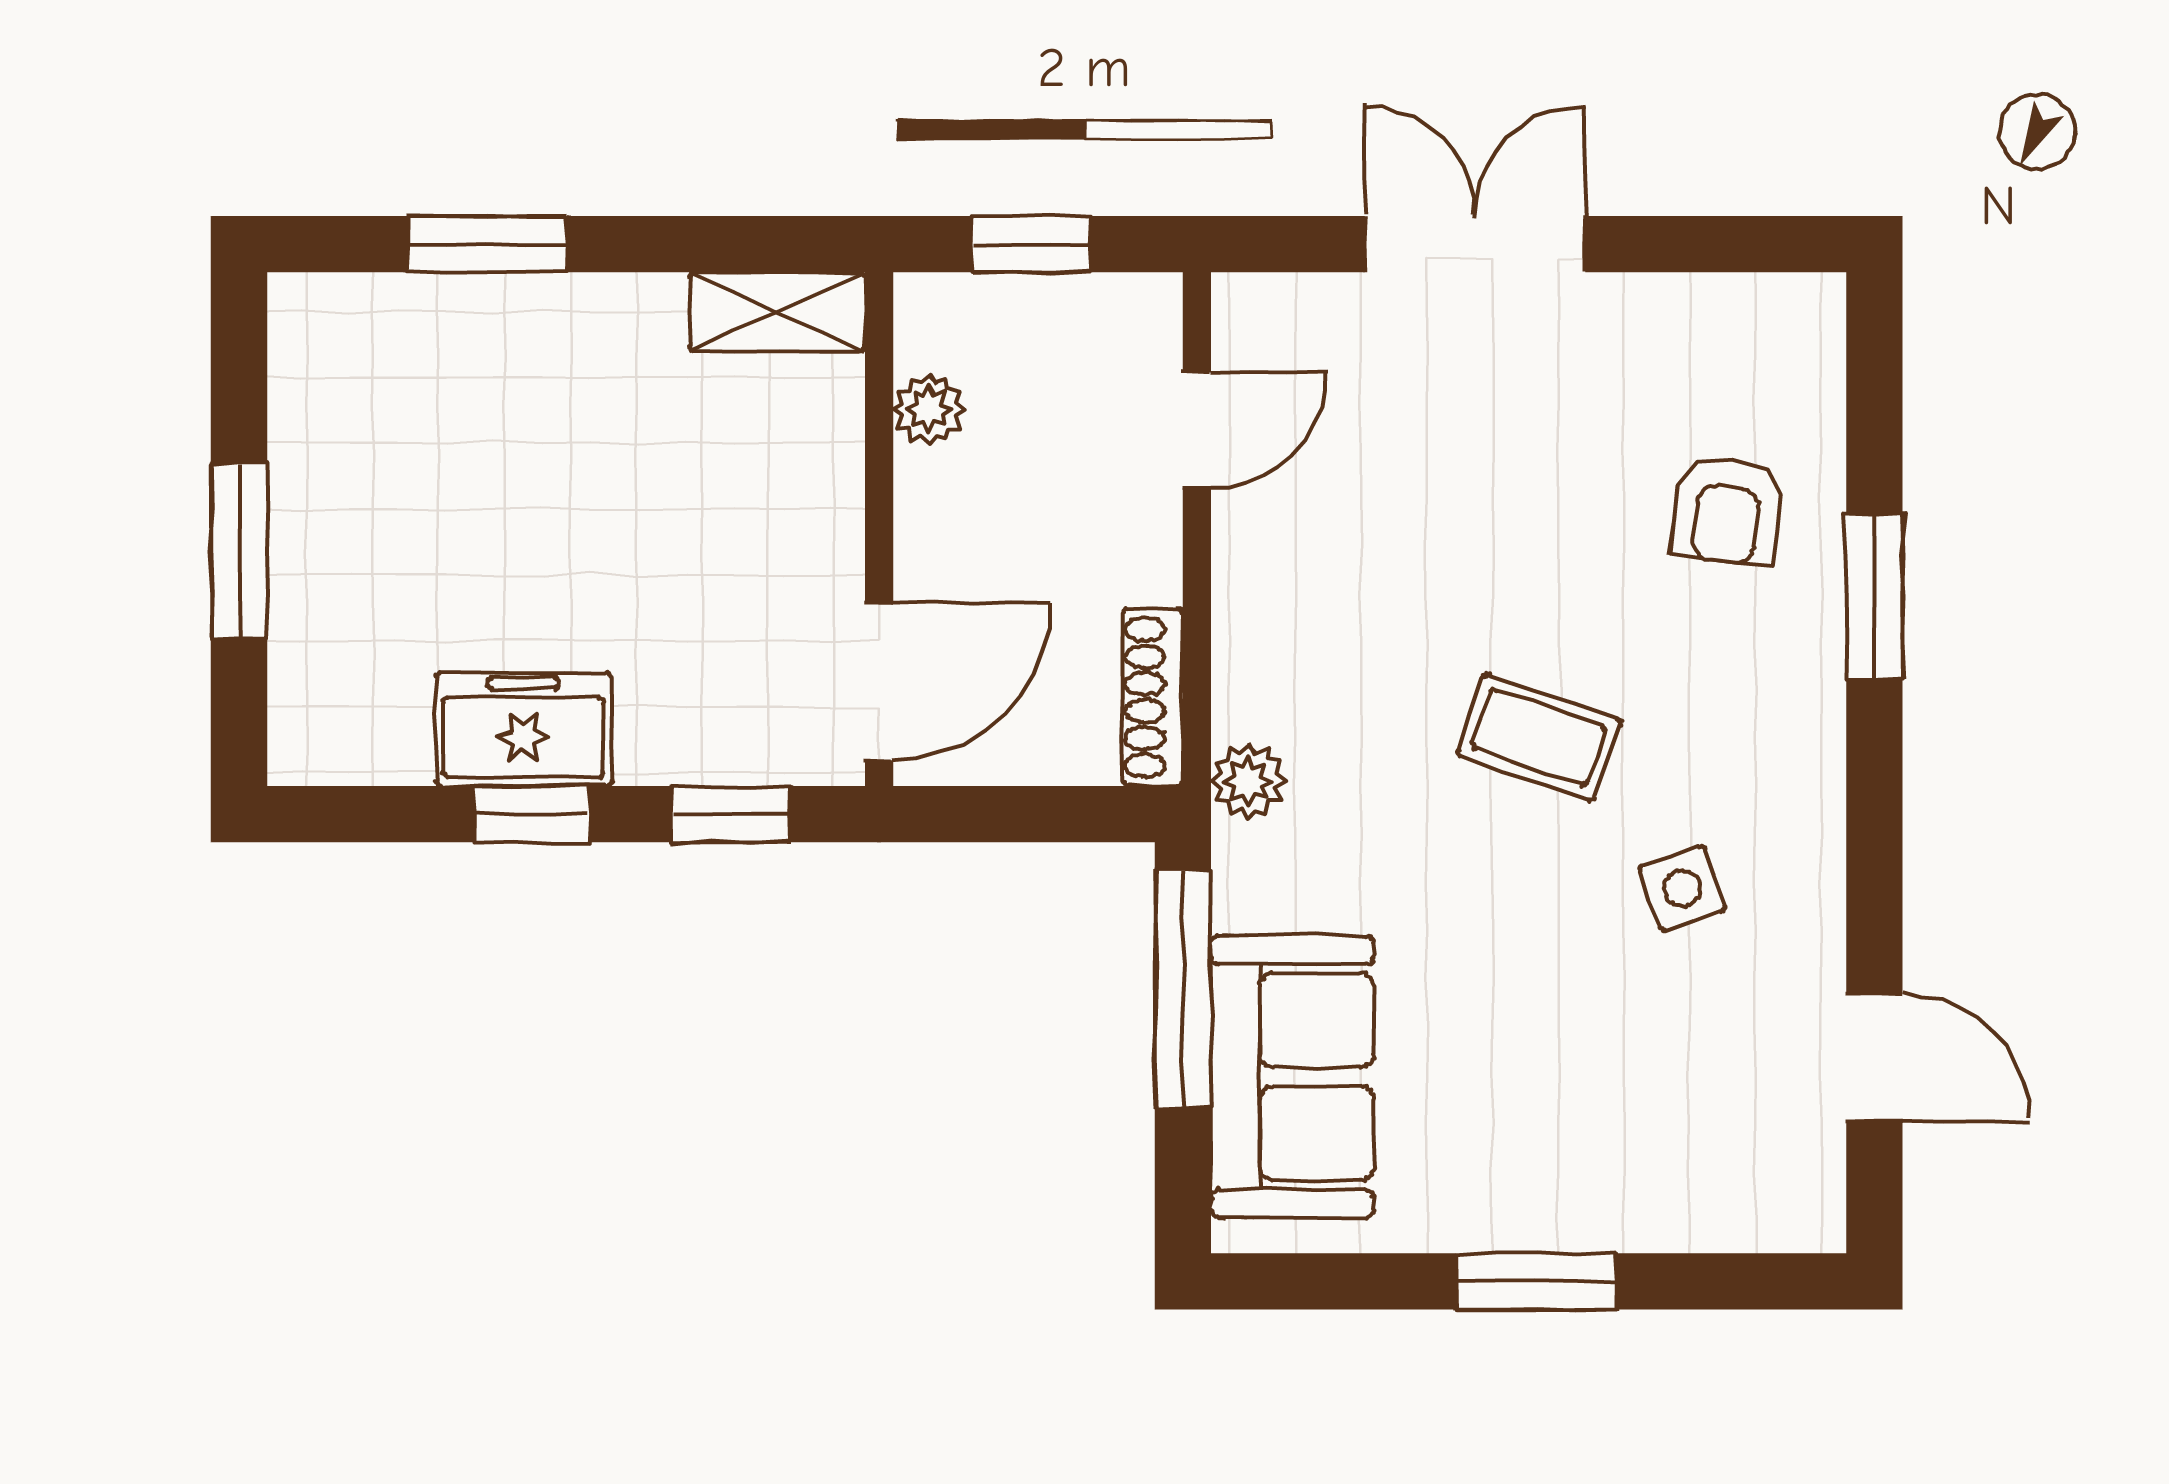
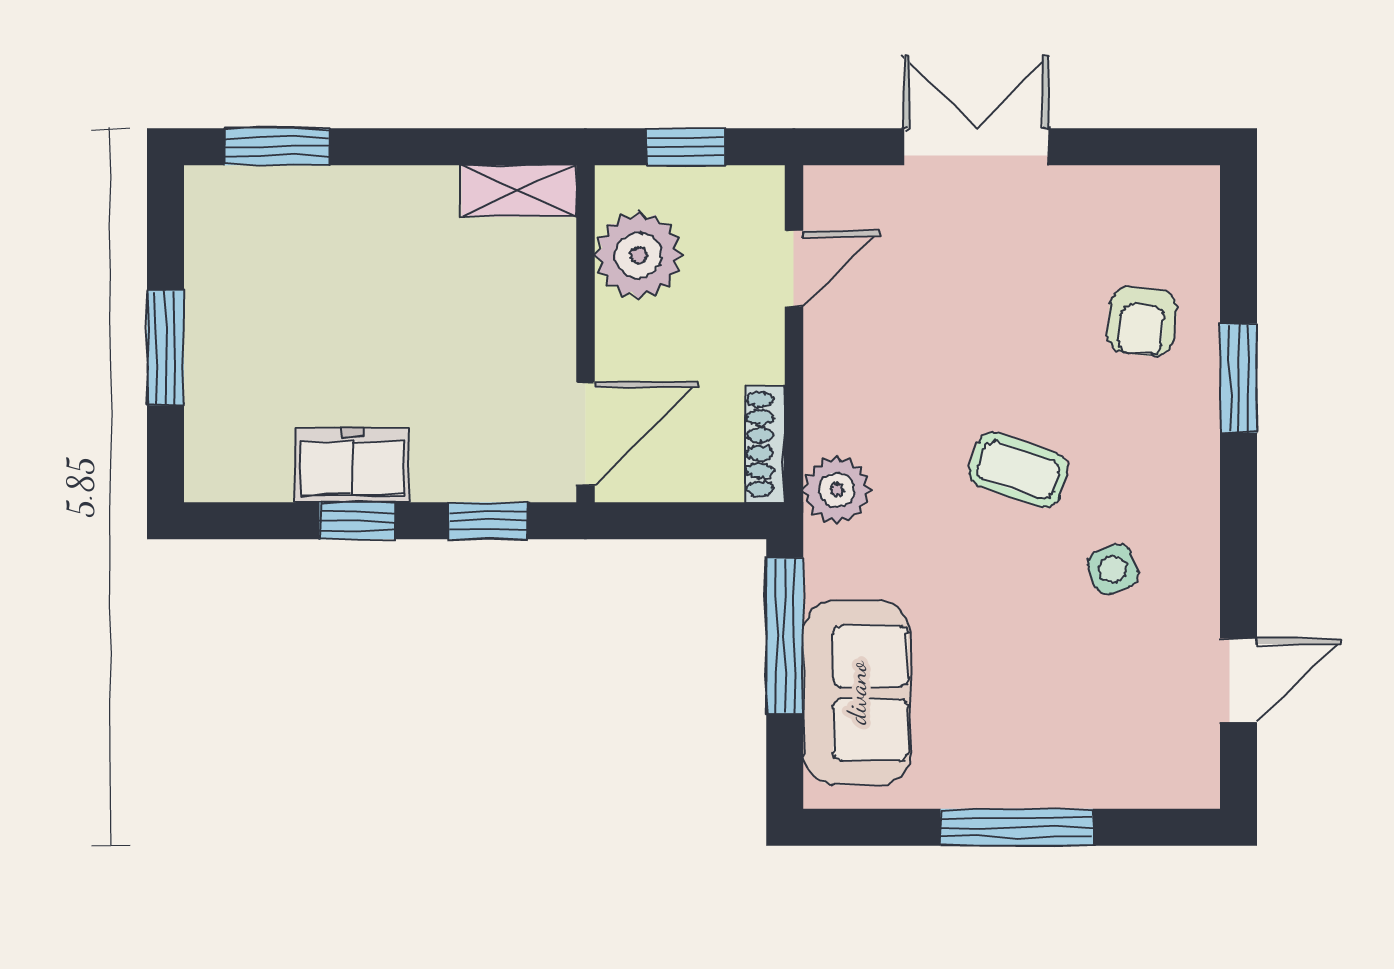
window: (487, 244) -> (277, 147), moved
plant: (929, 409) -> (639, 255), width x1.87, depth x1.87
plant: (1248, 781) -> (837, 490), width x1.38, depth x1.38
door: (1874, 1057) -> (1239, 680), hinge flipped
window: (1536, 1281) -> (1017, 827), width x1.44

